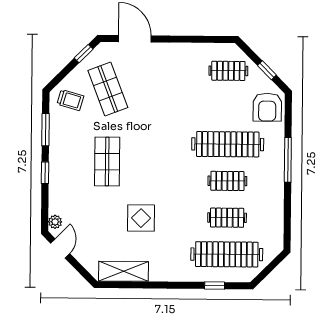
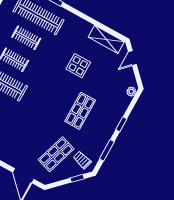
window: (84, 54) -> (77, 178), moved
shop shelf: (108, 89) -> (56, 154), turned 39
door: (60, 248) -> (132, 58), moved

